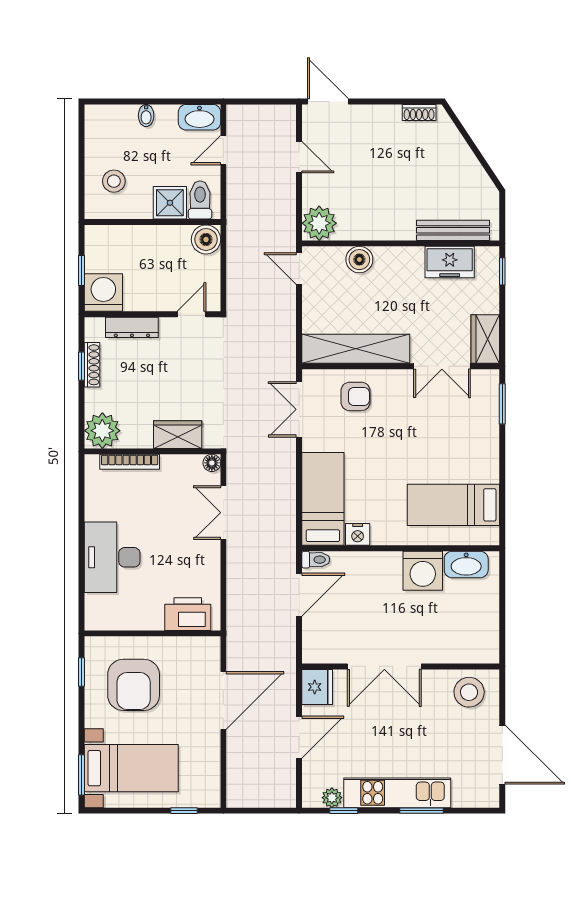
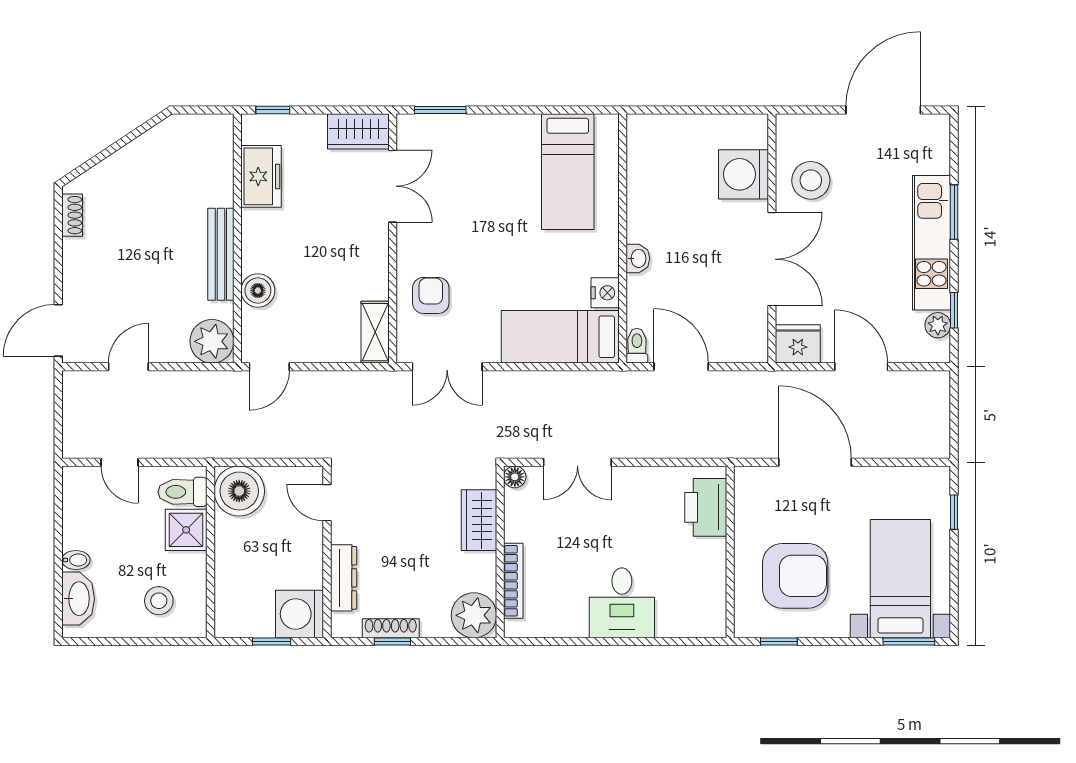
washbasin: (200, 117) -> (78, 599), moved
bench: (453, 230) -> (221, 254), moved
boiler: (206, 239) -> (239, 491), width x1.37, depth x1.37
shelving: (356, 349) -> (375, 332), width x0.45, depth x0.75
desk: (112, 557) -> (622, 603), width x0.73
washbasin: (466, 564) -> (638, 258), moved, width x0.52, depth x0.69
washing machine: (423, 571) -> (744, 174), moved, turned 180
stool: (469, 692) -> (811, 180), moved

